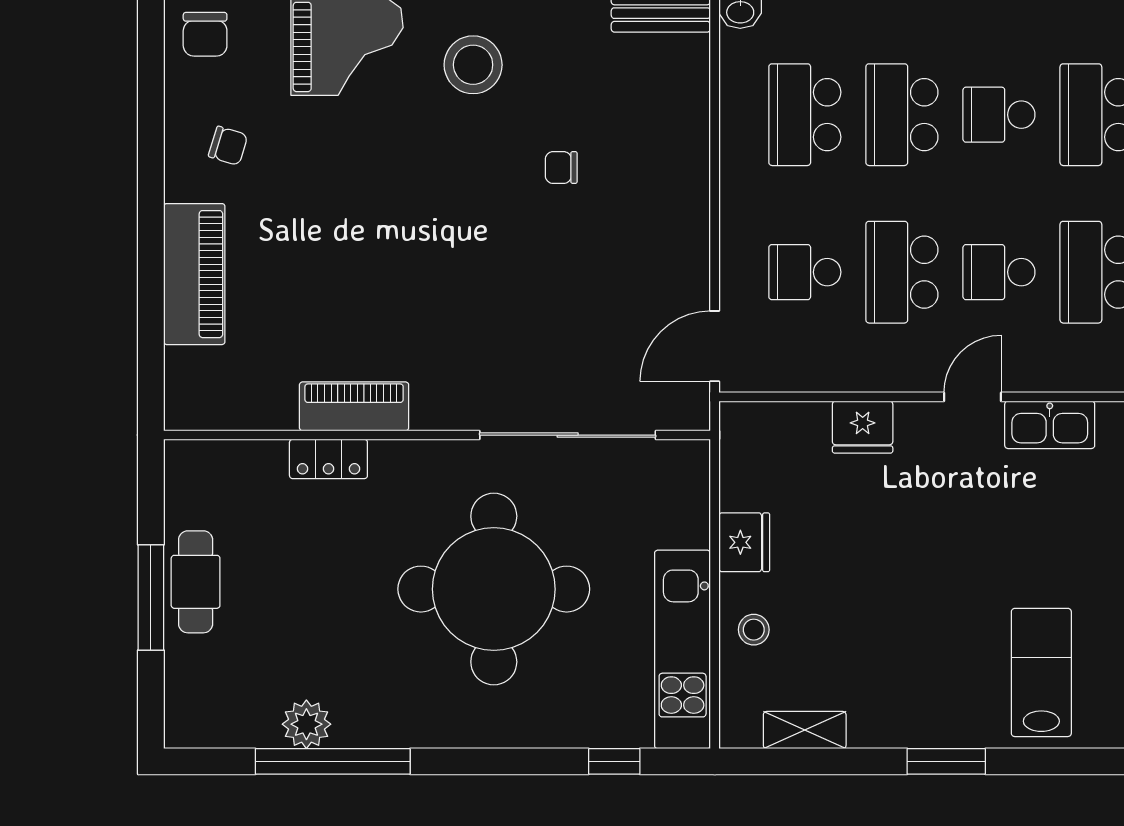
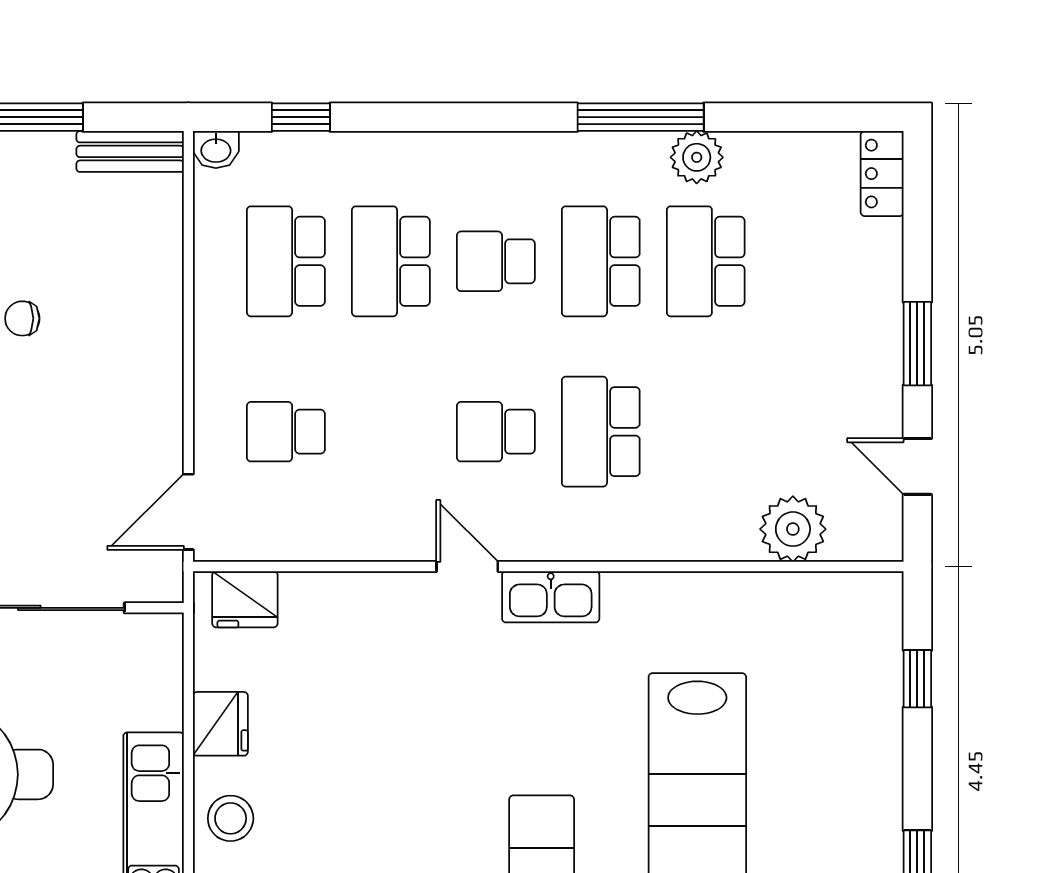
school desk: (902, 272) -> (391, 432), removed
door: (973, 397) -> (467, 567), hinge flipped
fridge: (863, 427) -> (245, 599), moved
stool: (754, 630) -> (231, 818), width x1.37, depth x1.37

